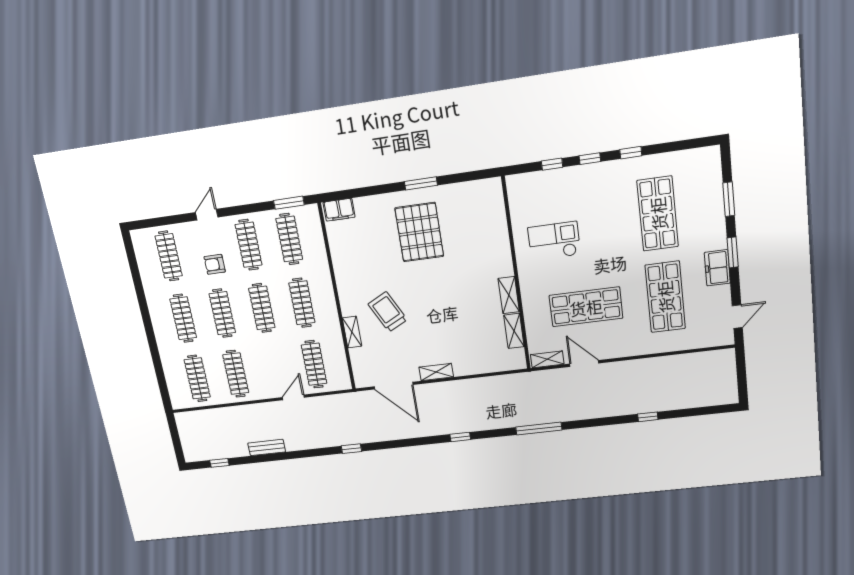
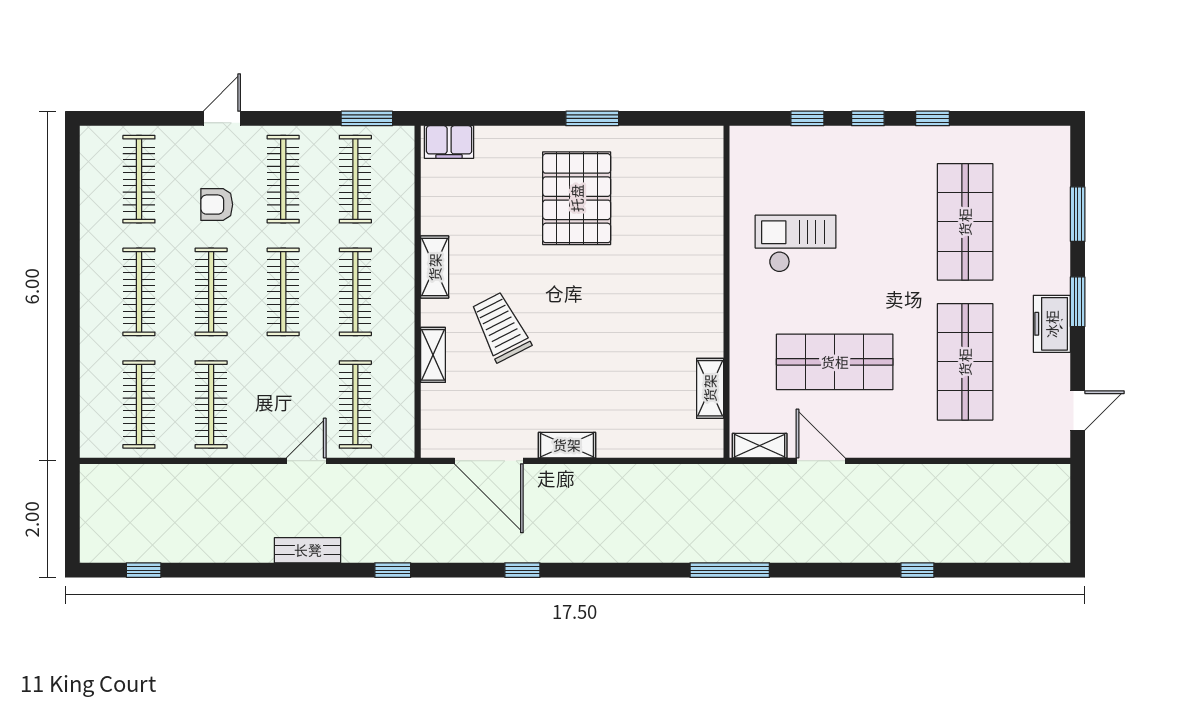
shelving: (509, 295) -> (435, 267), moved
window: (460, 437) -> (522, 570), moved
bench: (267, 447) -> (308, 550), moved

